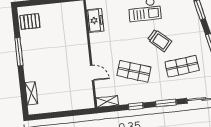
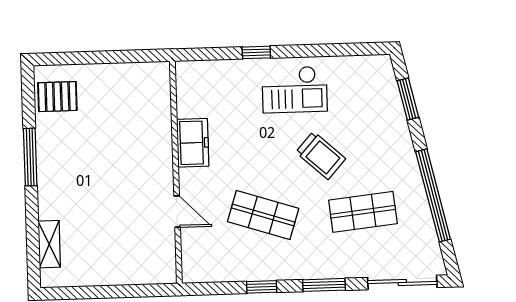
freezer: (95, 20) -> (193, 143), moved
shelving: (107, 102) -> (204, 273), removed

